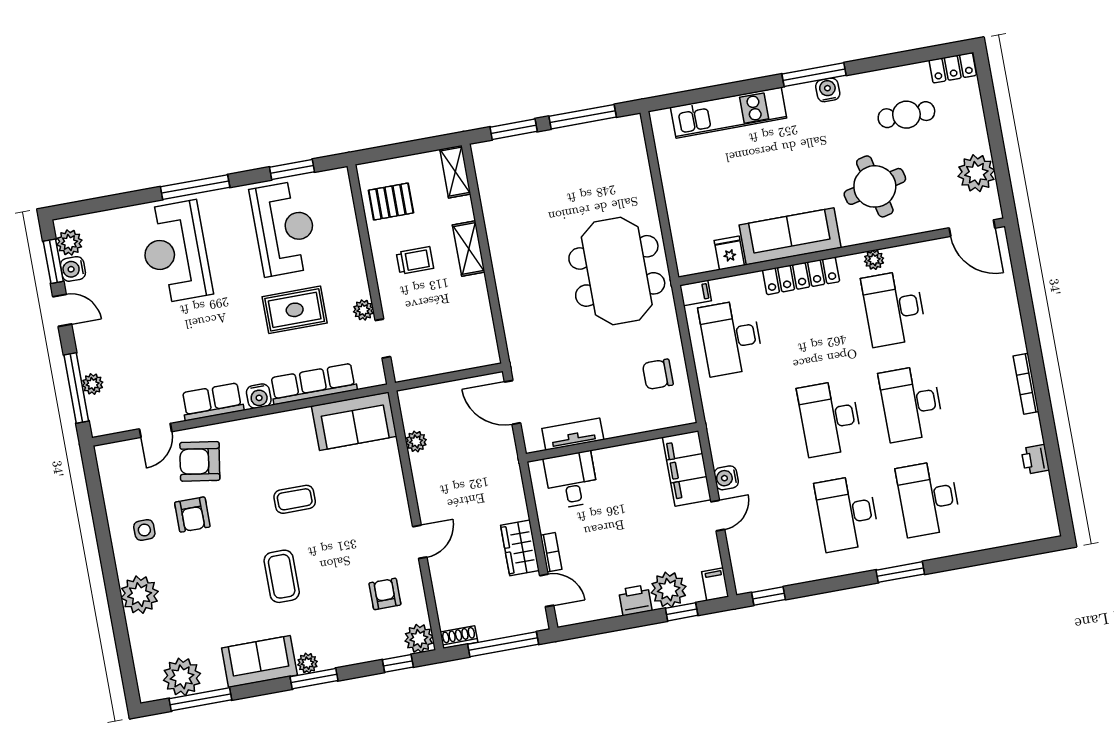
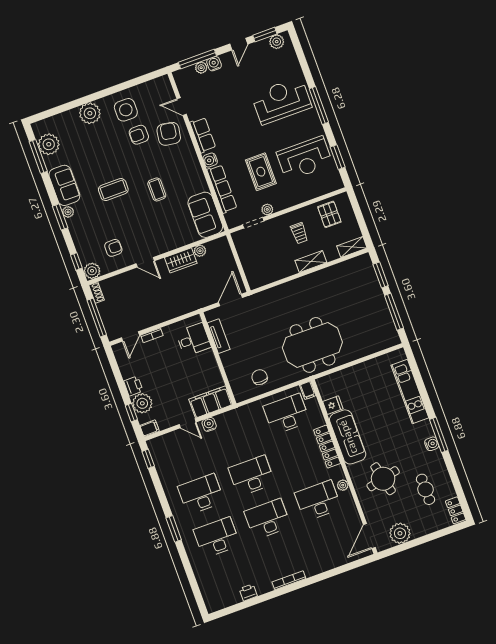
water cooler: (73, 269) -> (214, 64), moved
side table: (144, 530) -> (126, 110), width x1.87, depth x1.87
wardrobe: (520, 548) -> (181, 260), moved, turned 180

